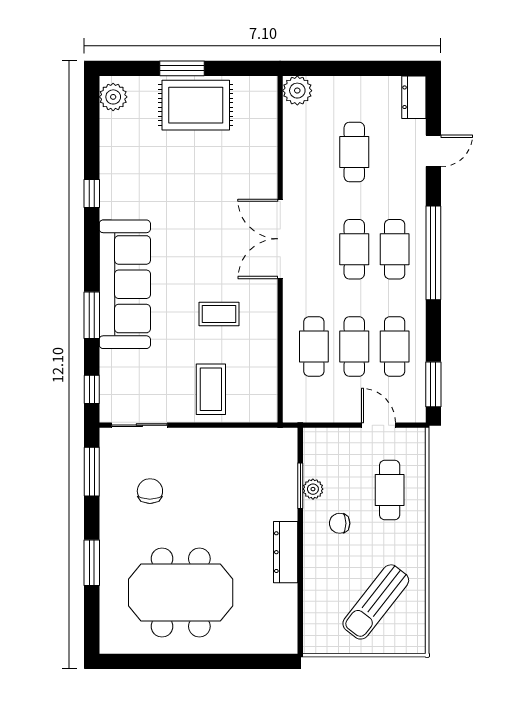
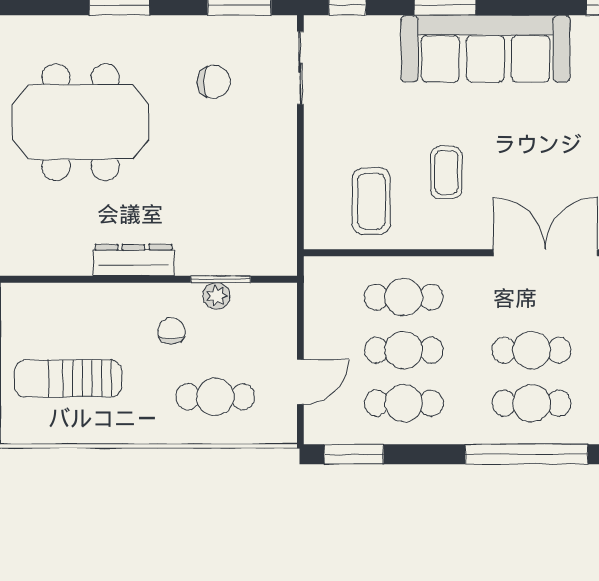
coffee table: (211, 389) -> (371, 201), moved, turned 90
meeting table: (181, 592) -> (81, 122), turned 90
sun lounger: (376, 602) -> (68, 378), turned -38

